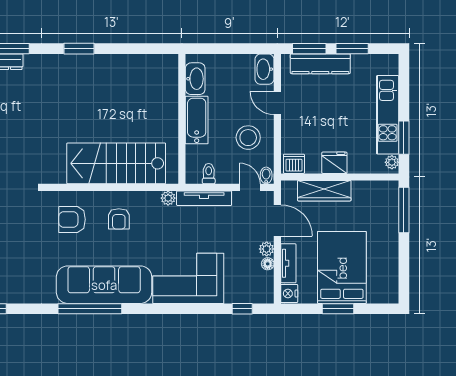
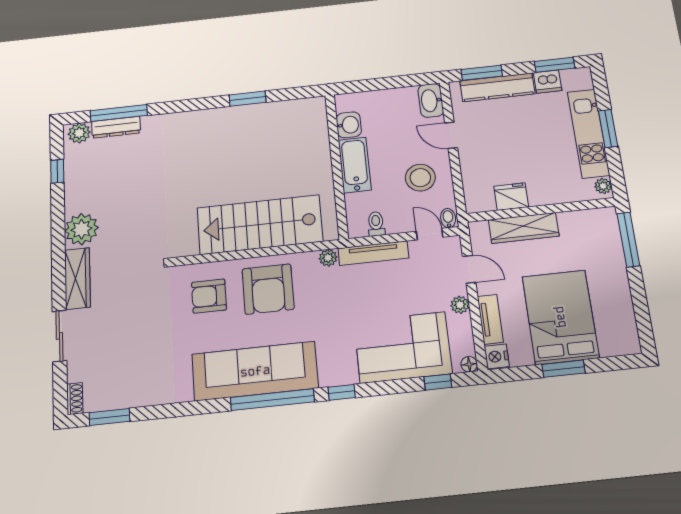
window: (79, 49) -> (248, 99), moved
window: (352, 49) -> (555, 65), moved
washbasin: (195, 79) -> (349, 125), width x0.72
window: (404, 138) -> (608, 129), moved
fridge: (334, 163) -> (511, 197), moved
dishwasher: (294, 164) -> (548, 82), moved, turned 180
armchair: (119, 219) -> (268, 289), width x1.88, depth x1.88
door: (277, 220) -> (469, 269), width x0.73
floor lamp: (268, 264) -> (469, 364), moved
corner sofa: (188, 278) -> (403, 347), moved
window: (90, 309) -> (272, 400), moved
window: (169, 309) -> (342, 392), added

